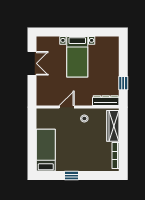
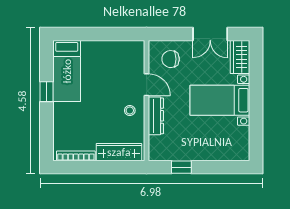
wardrobe: (48, 43) -> (240, 57), added
chair: (49, 91) -> (171, 59), added
dresser: (106, 101) -> (156, 116), moved
bed: (46, 150) -> (67, 71), moved, turned 90

